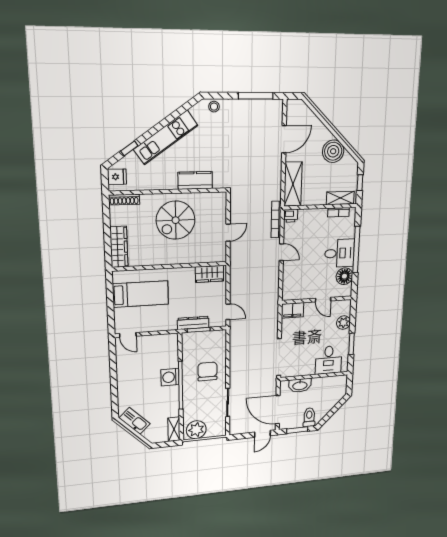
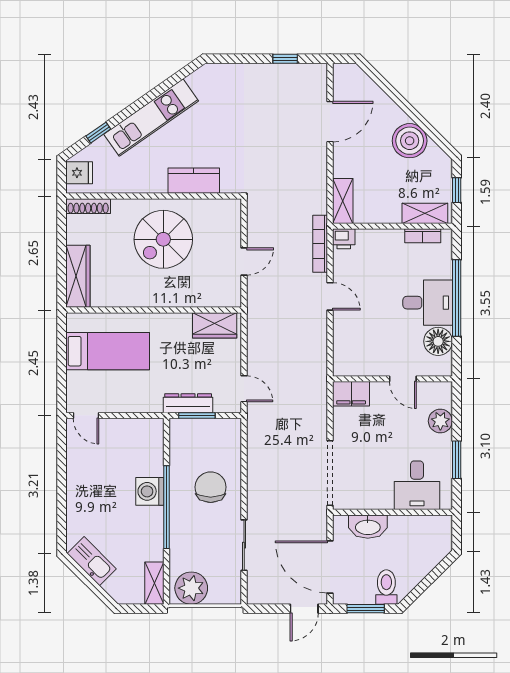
window: (256, 96) -> (285, 59), width x0.46
stool: (214, 107) -> (223, 74), removed
shelving: (293, 184) -> (343, 201), width x0.67, depth x0.75

